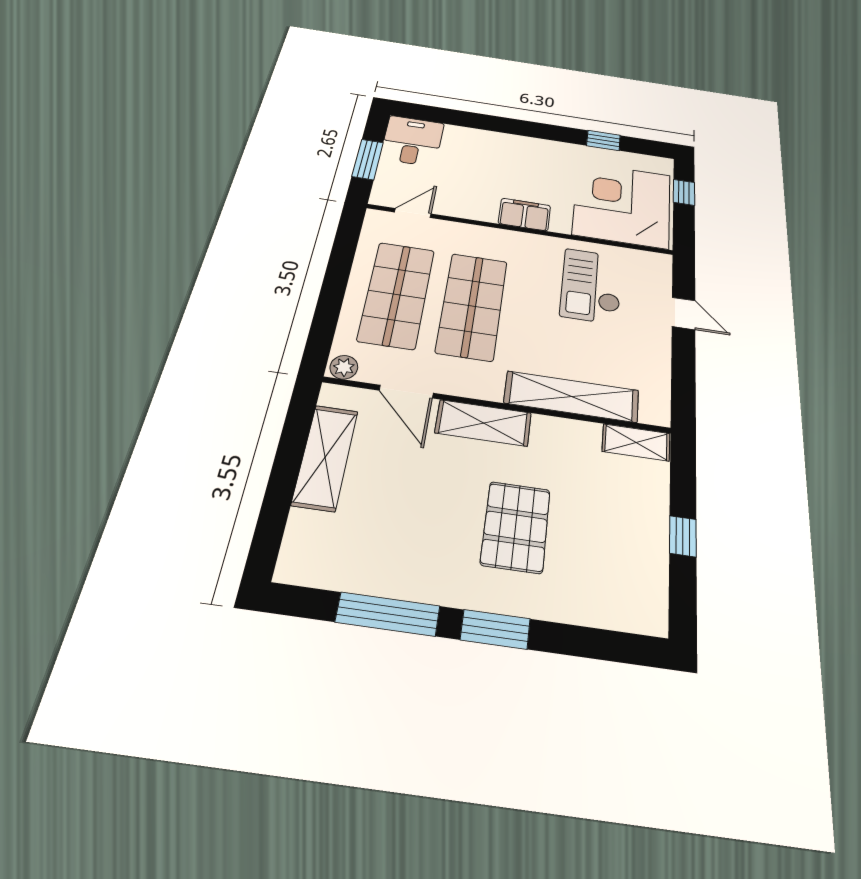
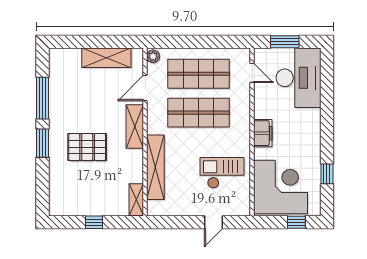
desk: (412, 141) -> (298, 78), width x1.87, depth x1.30

